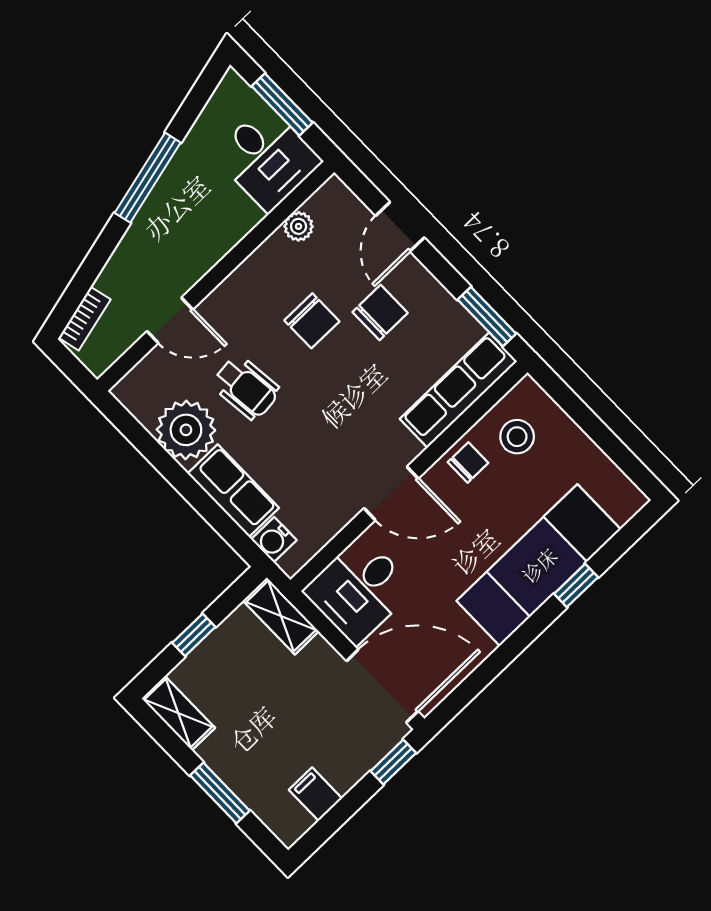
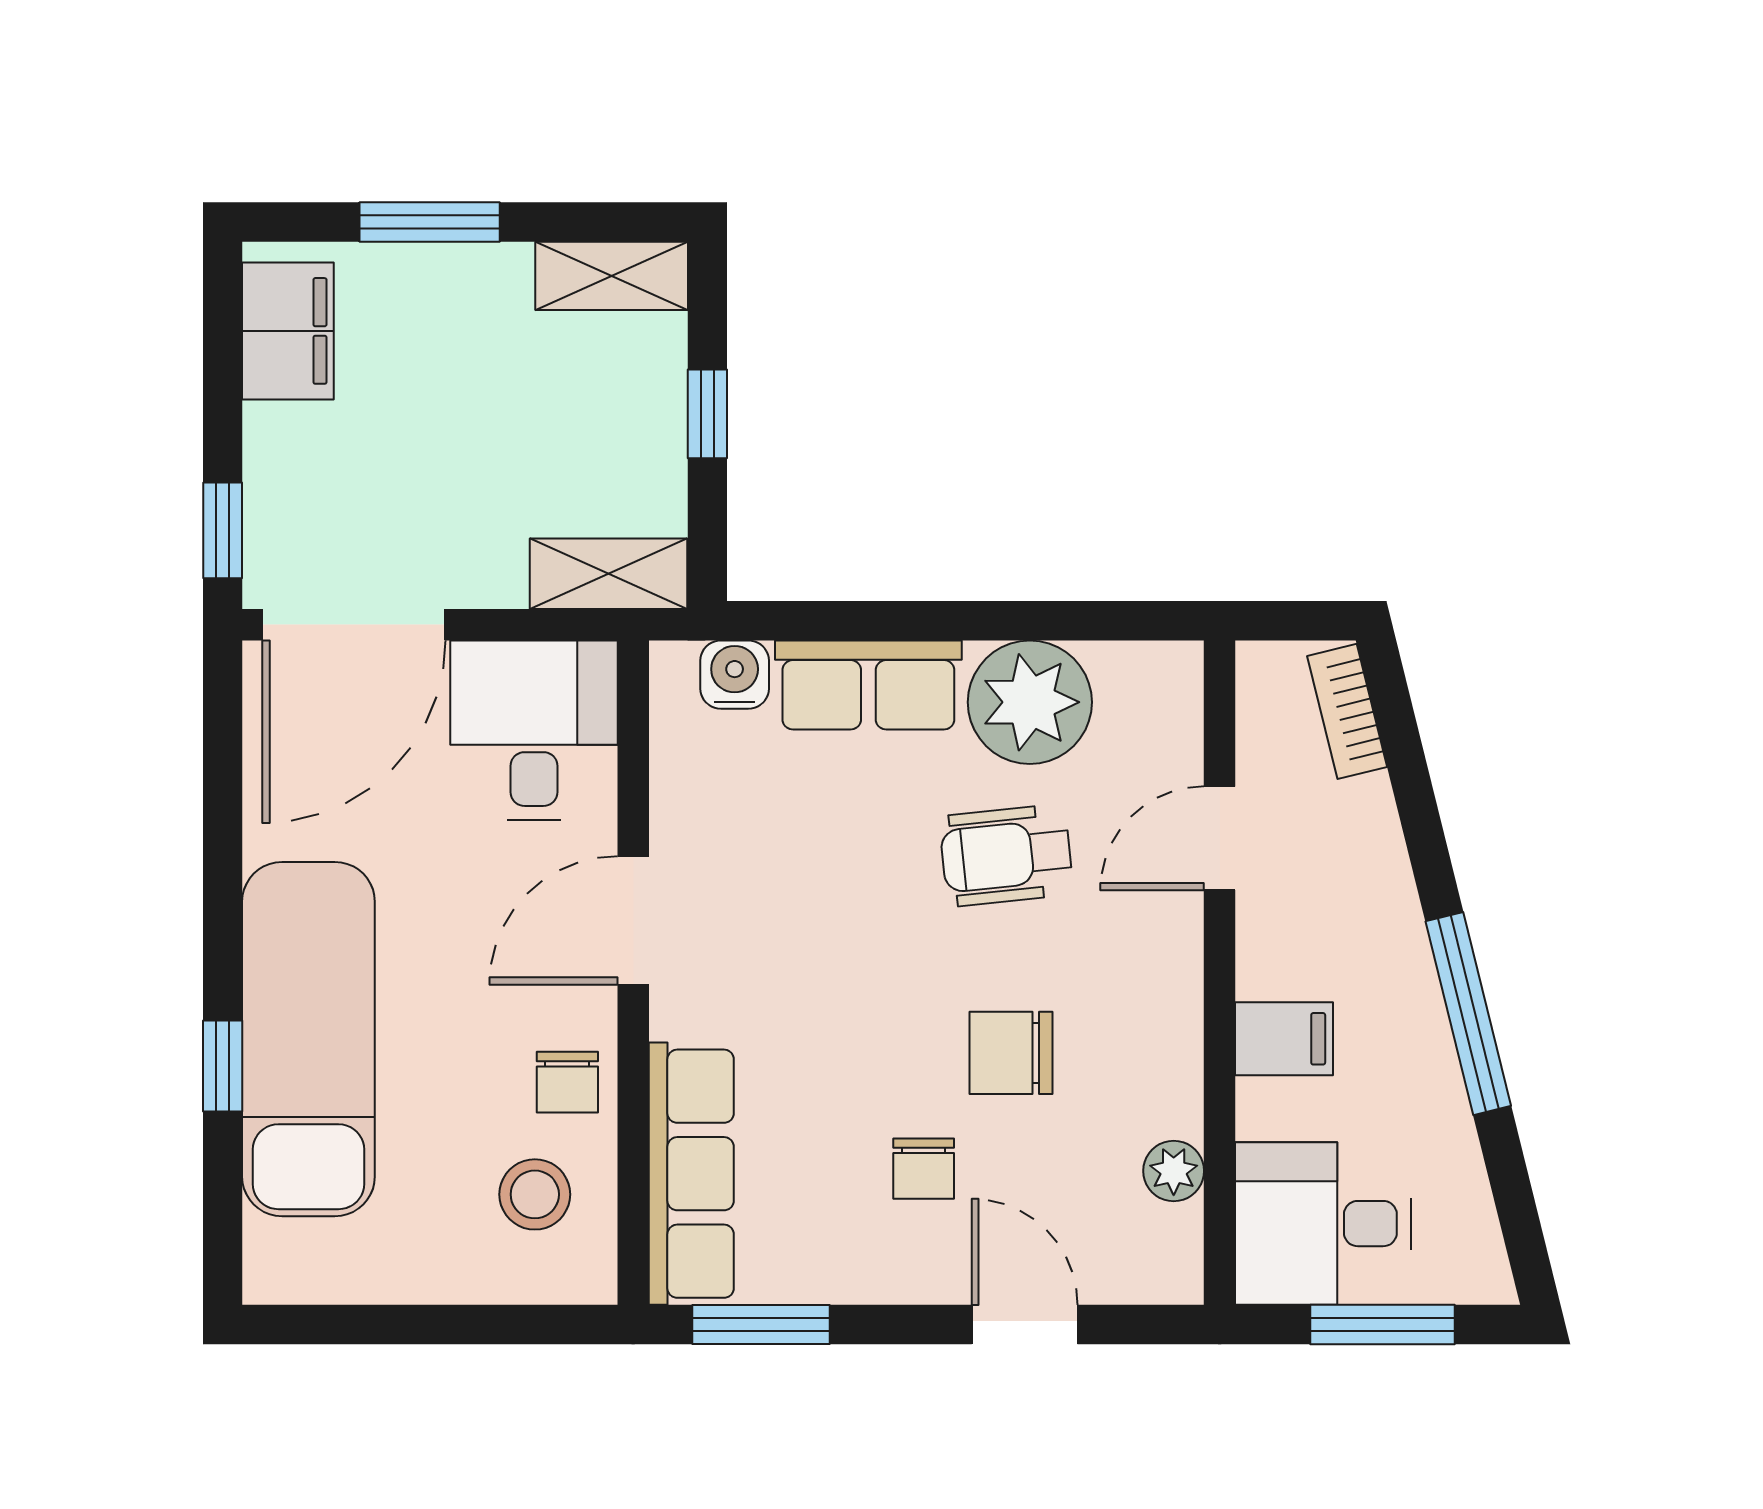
filing cabinet: (217, 232) -> (1284, 1039), added
chair: (380, 312) -> (924, 1169), width x0.73, depth x0.73
filing cabinet: (315, 794) -> (288, 331), width x2.00

